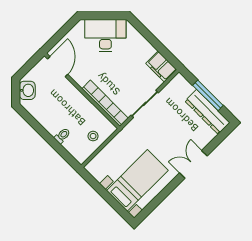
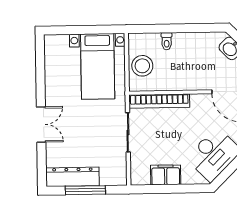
filing cabinet: (161, 66) -> (166, 175), moved
stool: (93, 136) -> (142, 66), width x1.89, depth x1.89
bed with nightstands: (137, 180) -> (98, 66), moved

